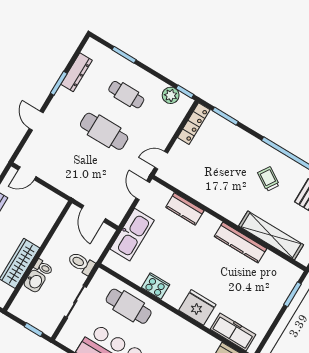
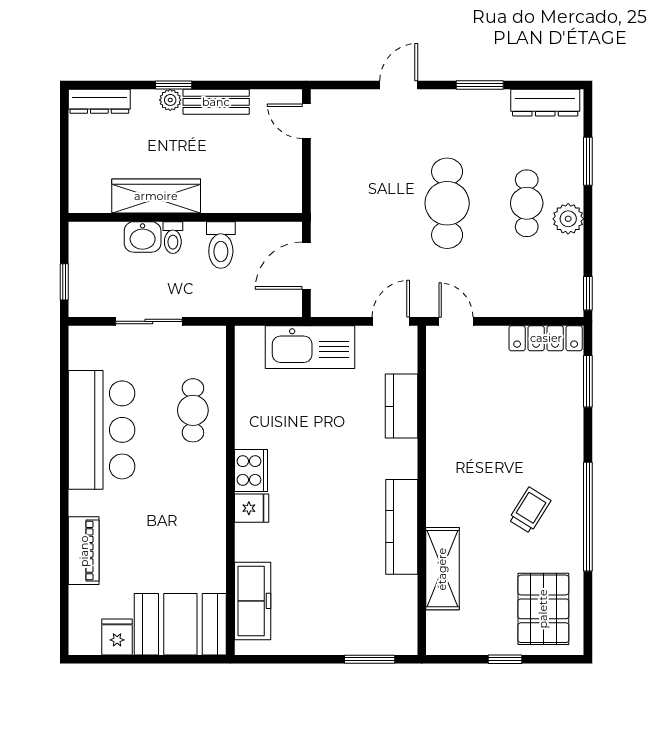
dresser: (76, 72) -> (545, 103), moved
plant: (171, 95) -> (568, 219), moved
shelving: (271, 235) -> (442, 569), width x0.68
toilet: (81, 263) -> (221, 245), moved, turned 180
cooker: (156, 286) -> (251, 470), moved
cafe table: (129, 306) -> (193, 410), width x0.73, depth x0.74
fridge: (197, 307) -> (252, 508), width x0.53, depth x0.75

